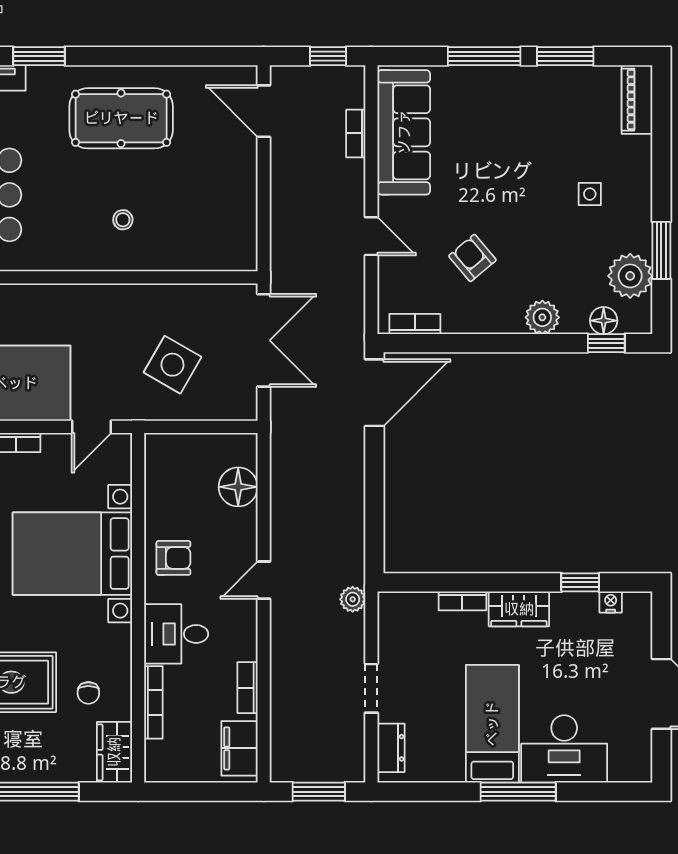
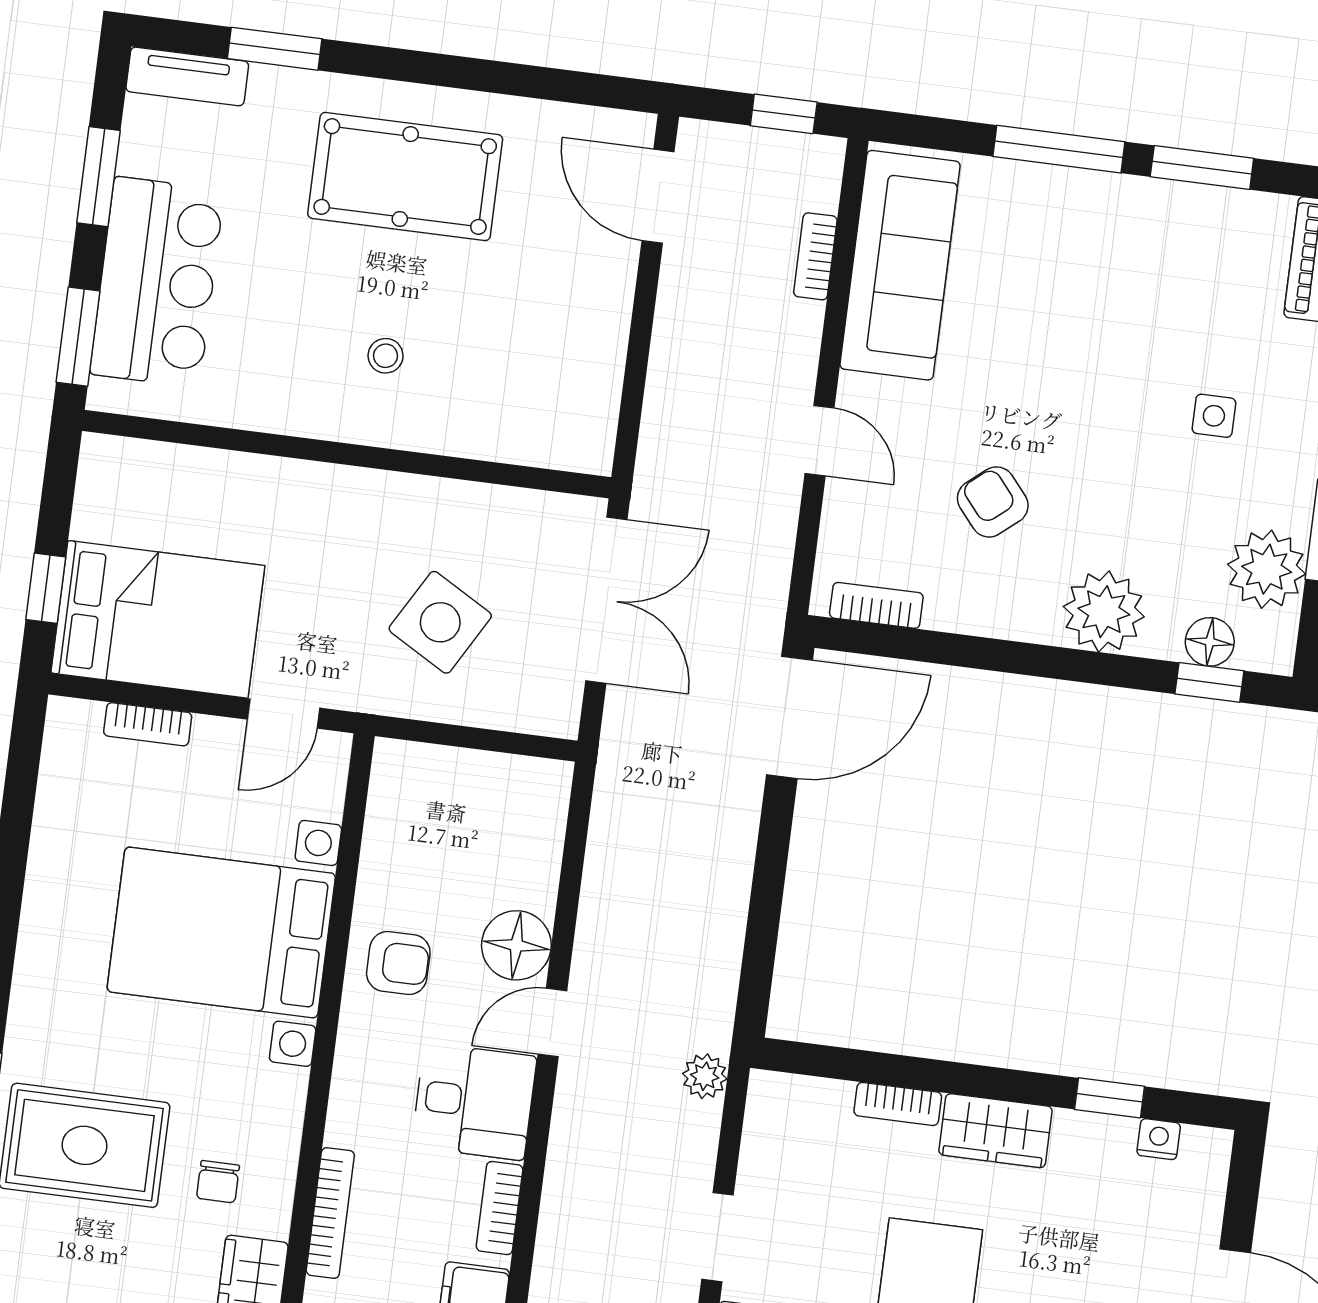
plant: (542, 317) -> (1104, 612), width x1.36, depth x1.36
floor lamp: (238, 487) -> (516, 945), moved
desk: (176, 634) -> (474, 1102), moved, turned 180

